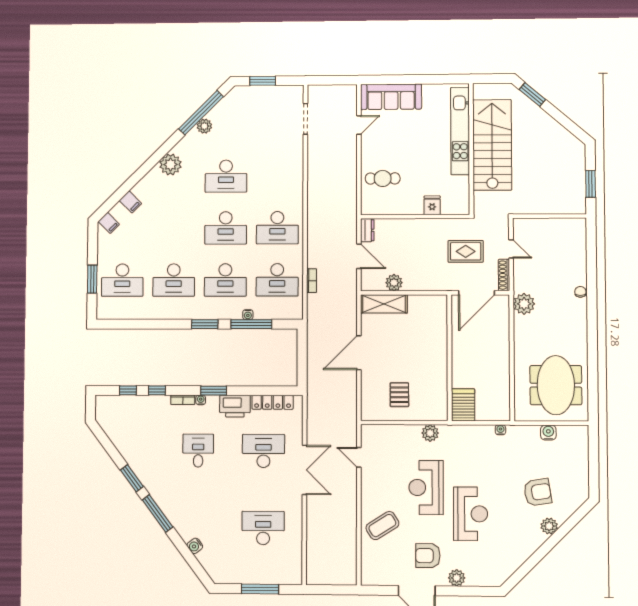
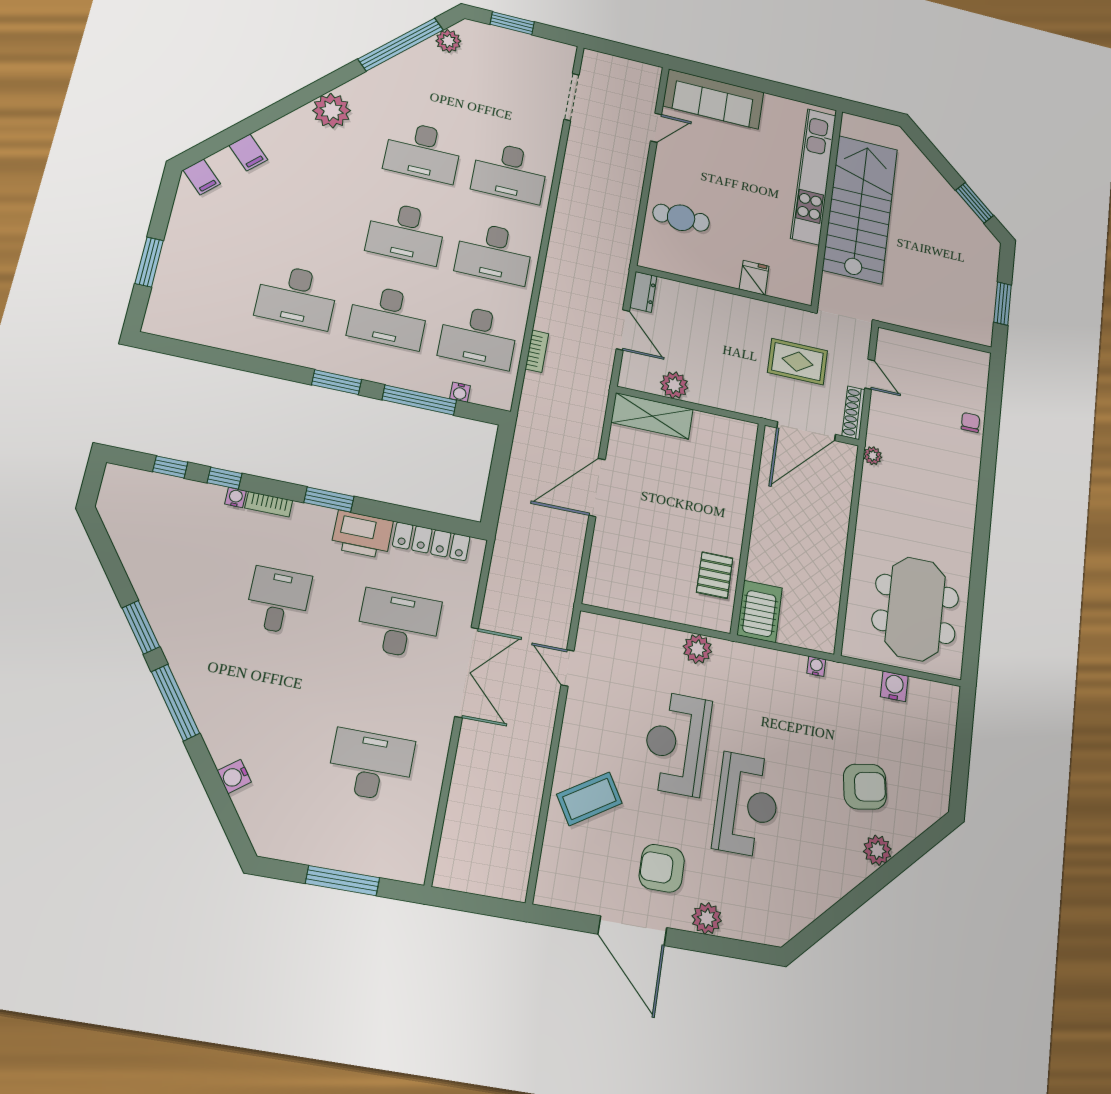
window: (532, 94) -> (975, 203), moved
plant: (204, 126) -> (448, 41), moved
desk: (122, 280) -> (510, 172), moved
chair: (580, 292) -> (970, 422), moved
plant: (524, 304) -> (873, 456), width x0.53, depth x0.53
water cooler: (248, 315) -> (460, 392), moved
pallet: (399, 395) -> (715, 575), moved
water cooler: (201, 400) -> (236, 498), moved

